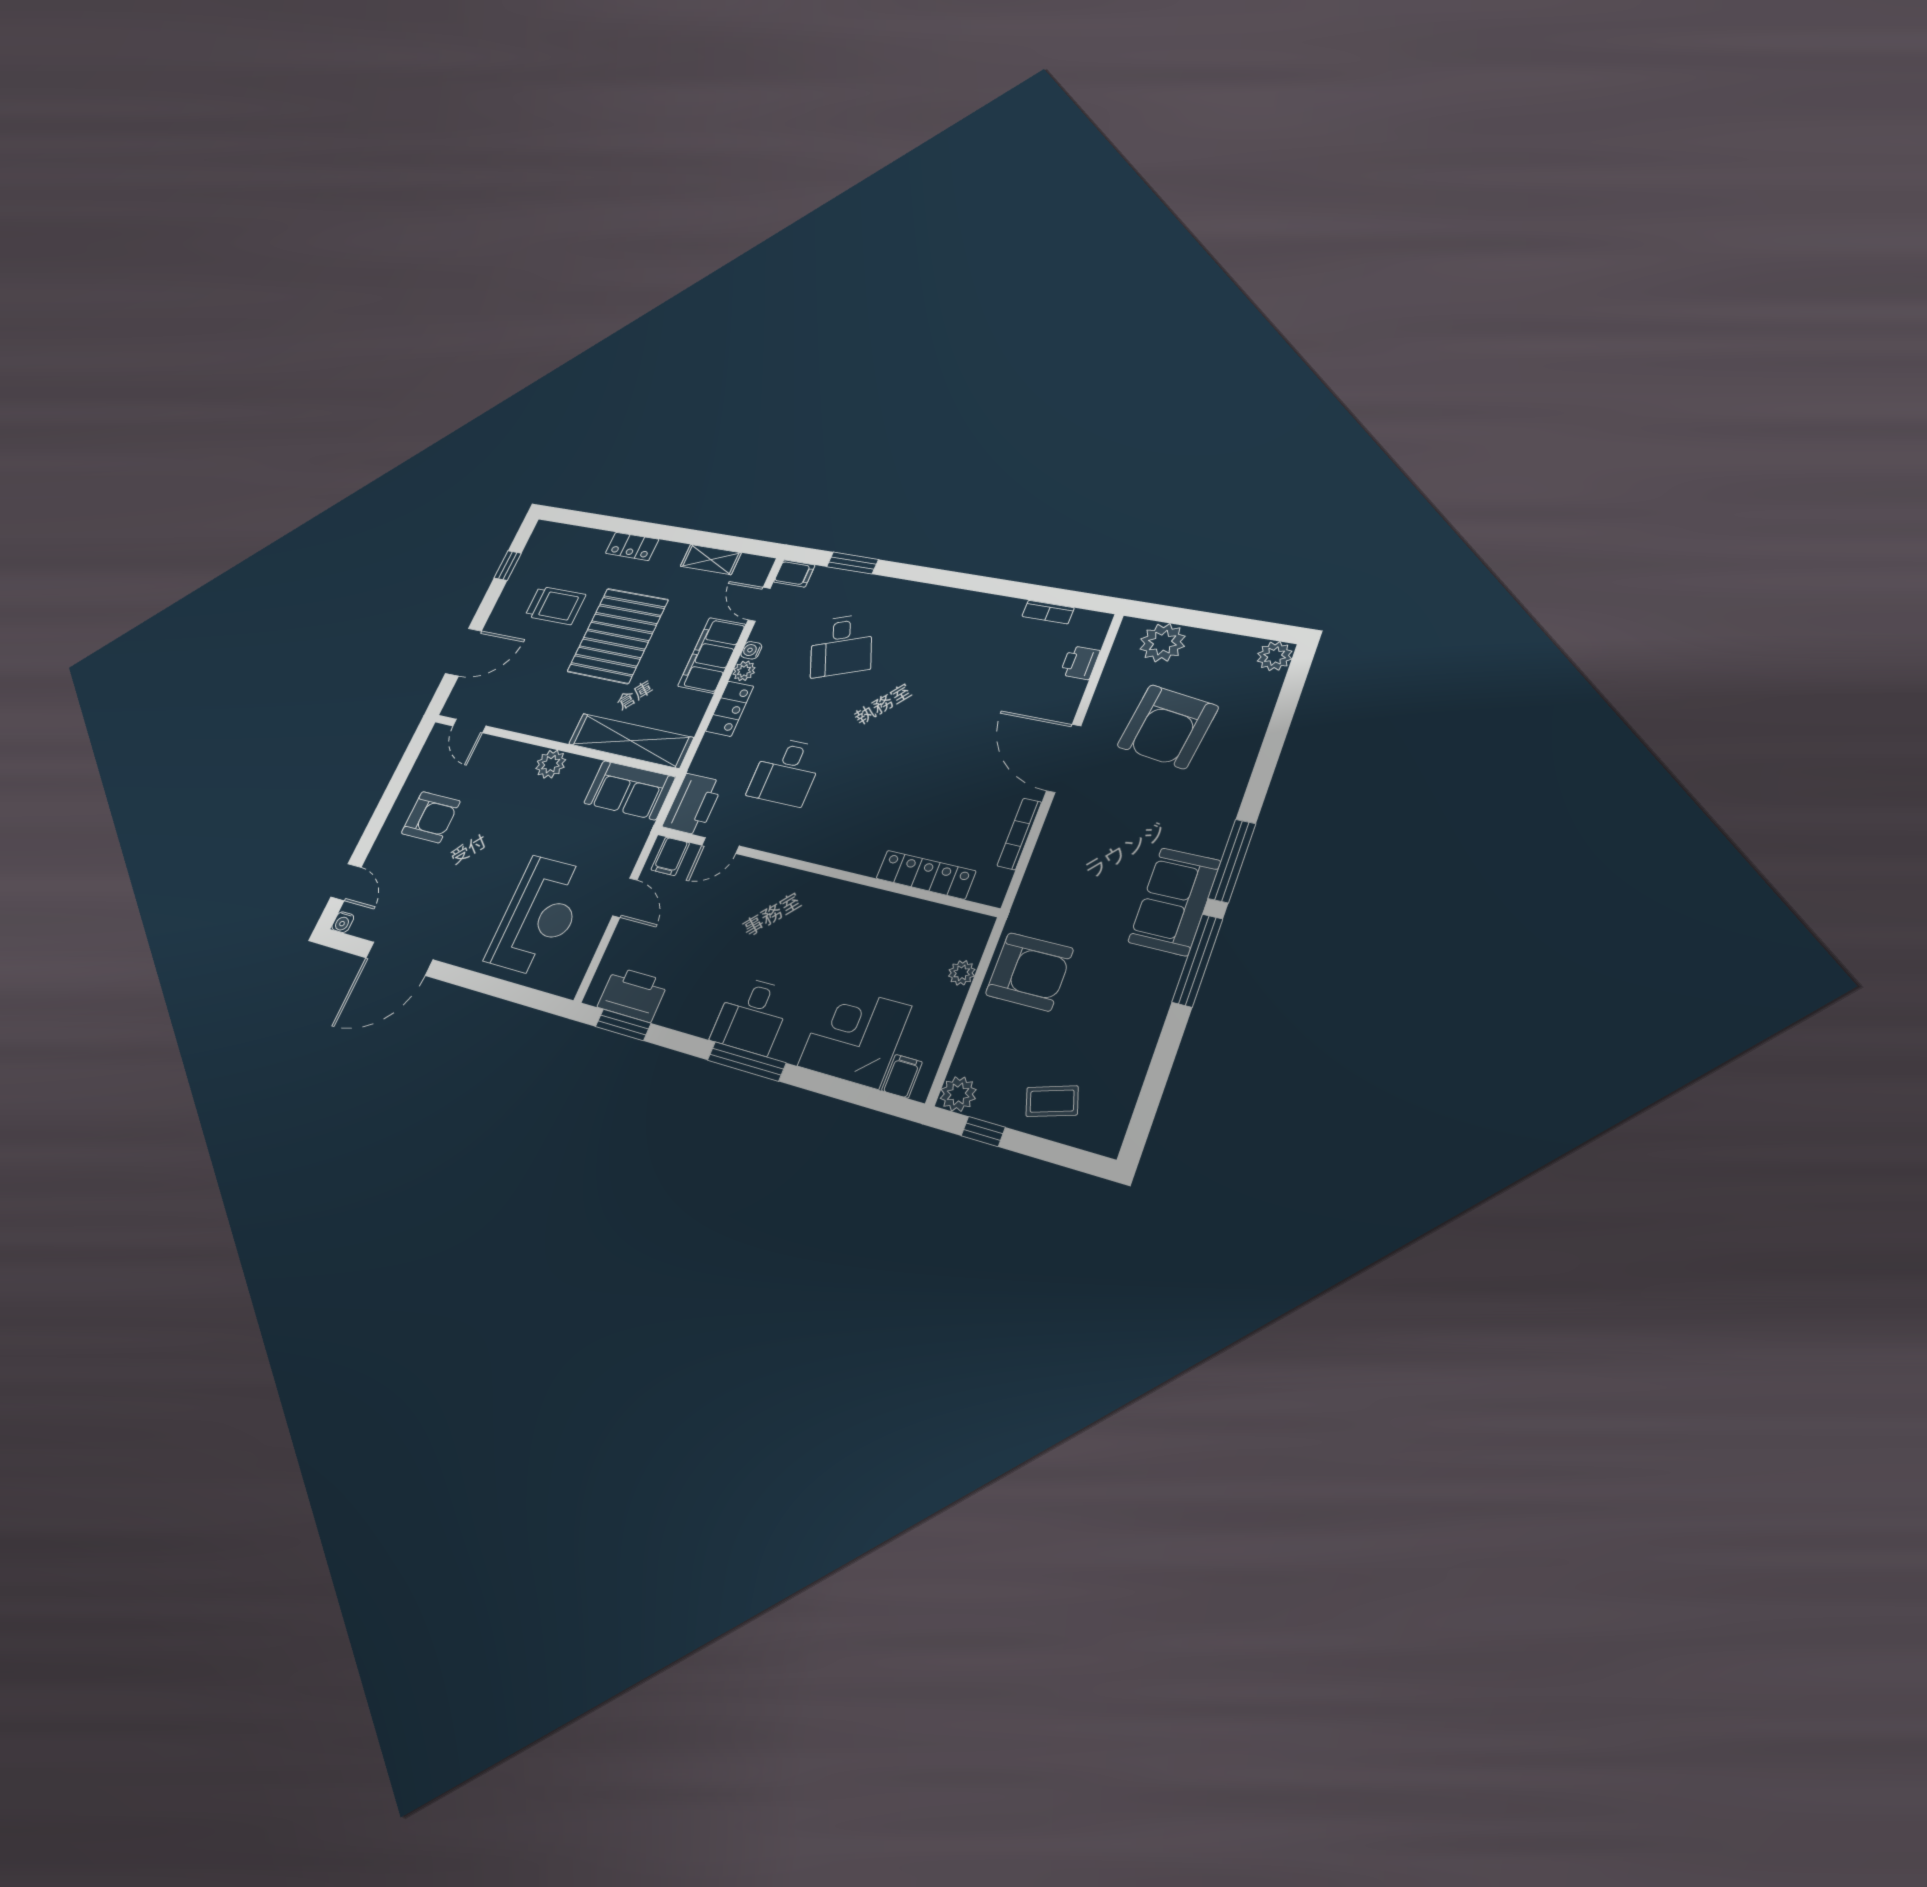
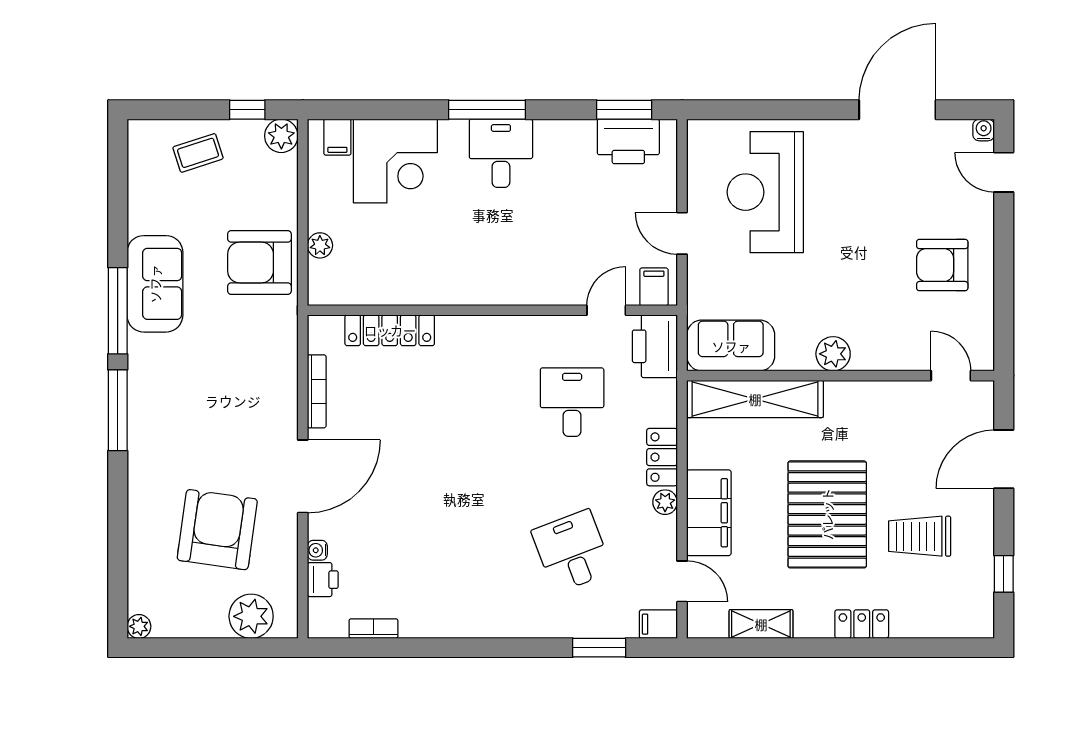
water cooler: (751, 650) -> (317, 550), moved, turned 180
plant: (1275, 656) -> (139, 626), width x0.73, depth x0.73
door: (1064, 758) -> (303, 476), hinge flipped
sofa: (1174, 901) -> (155, 284), moved

